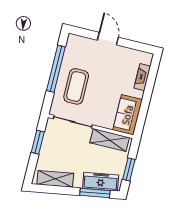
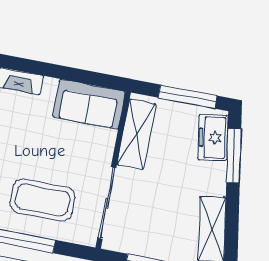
window: (129, 169) -> (188, 97), width x1.44
freezer: (101, 182) -> (213, 138), width x0.71

